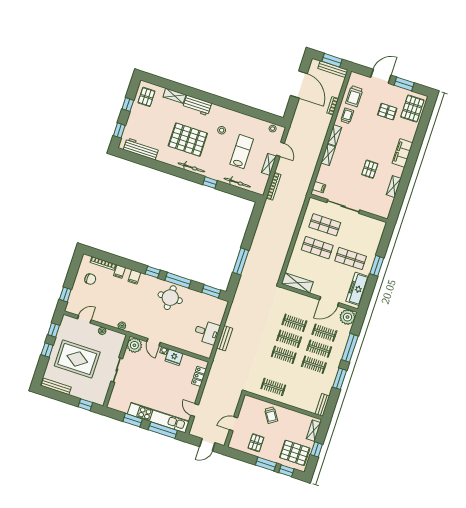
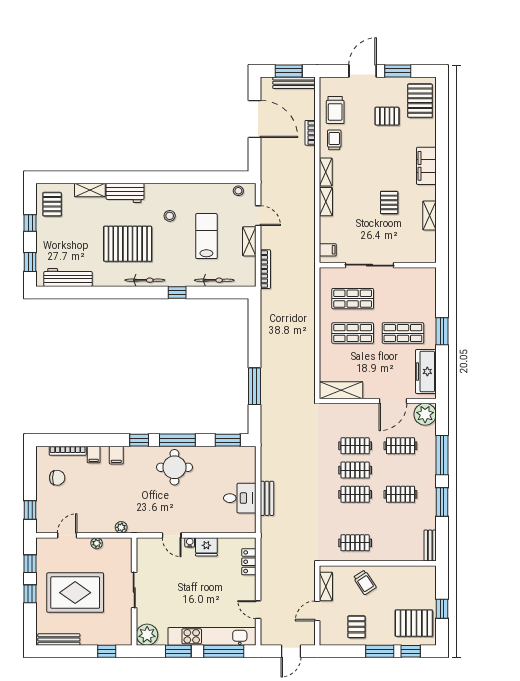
plant: (134, 345) -> (147, 635), moved
clothes rail: (319, 349) -> (400, 470), removed
shelving: (314, 431) -> (326, 586), moved

